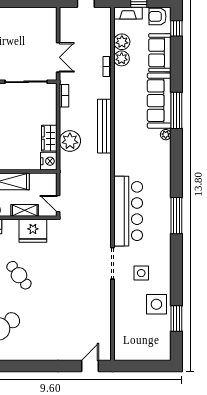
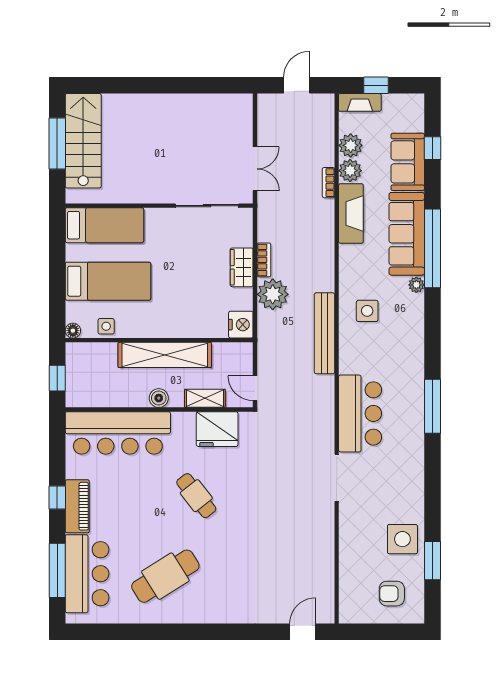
armchair: (157, 16) -> (392, 594), moved
window: (176, 28) -> (432, 148), moved
fireplace: (122, 87) -> (351, 213), added
bookcase: (64, 96) -> (264, 260), moved
window: (176, 110) -> (432, 248), width x1.46
bench: (104, 126) -> (324, 333), moved
wardrobe: (49, 138) -> (242, 267), moved
bar counter: (128, 211) -> (360, 413), width x0.73
side table: (141, 273) -> (367, 311), moved

